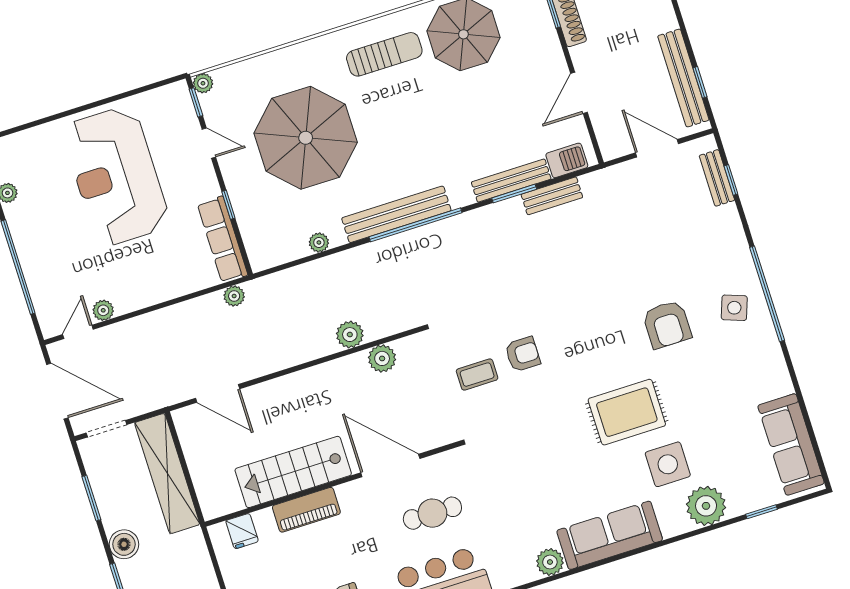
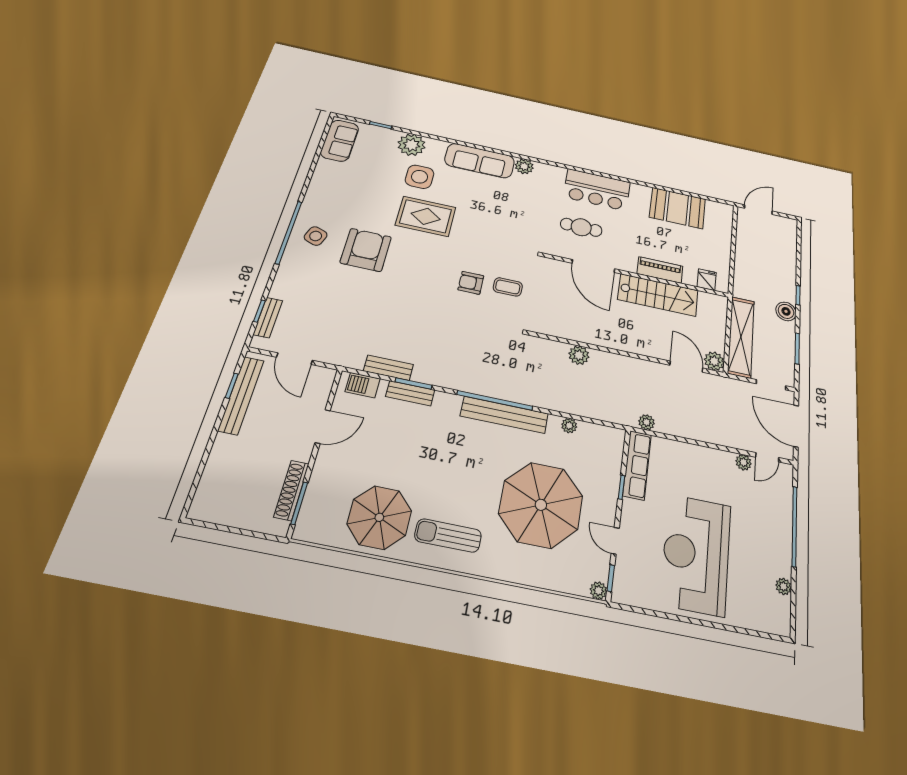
reception desk: (116, 176) -> (696, 554), turned 180
bench: (511, 181) -> (410, 393), width x0.73
armchair: (667, 324) -> (366, 250), width x1.36, depth x1.36
plant: (382, 358) -> (714, 361), moved
sofa: (791, 444) -> (340, 141), width x0.73

